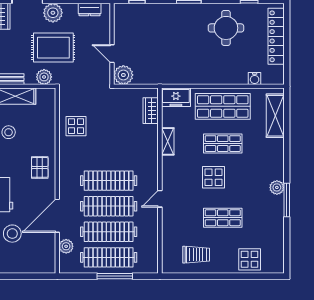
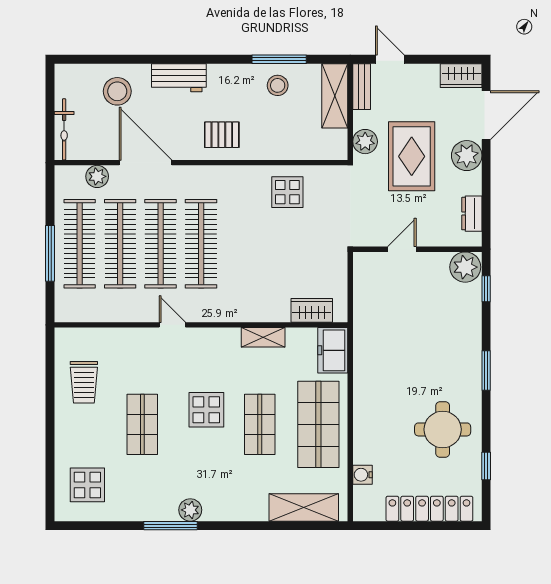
plant: (123, 75) -> (465, 267), moved
display table: (250, 259) -> (87, 485), moved
bicycle: (36, 267) -> (64, 129), added

